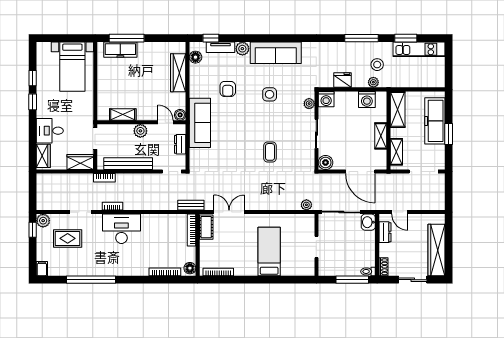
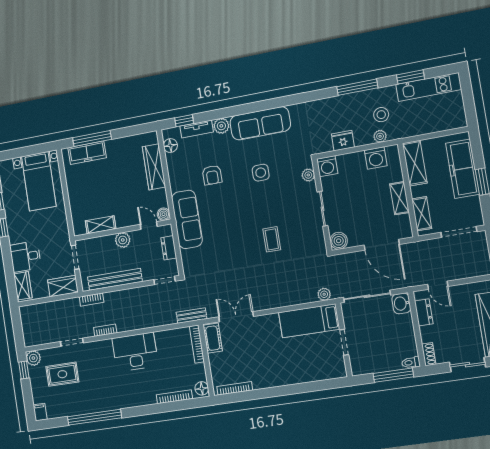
desk: (121, 229) -> (135, 352), moved
bed: (269, 252) -> (309, 321), moved, turned -90

